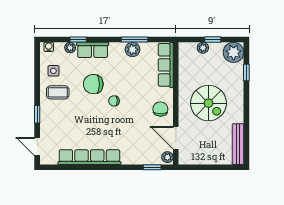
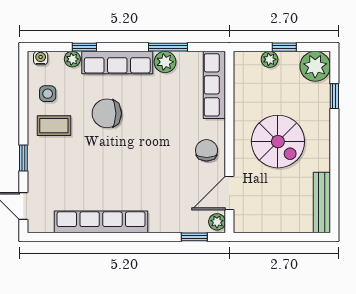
row of seats: (93, 50) -> (117, 63), width x1.48
chair: (114, 101) -> (138, 138), removed
door: (176, 138) -> (229, 193), hinge flipped

